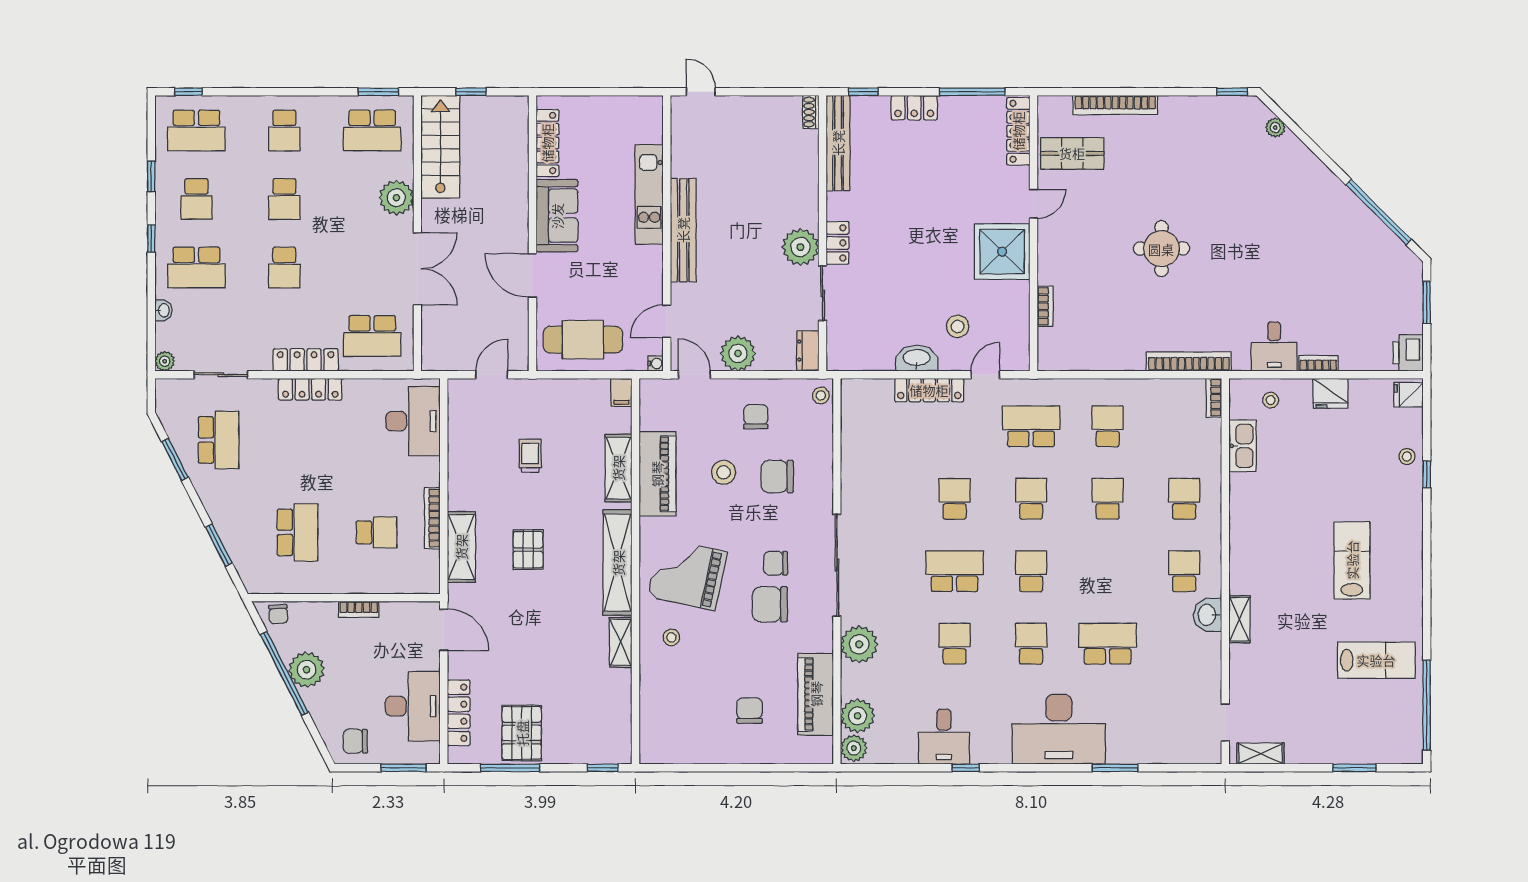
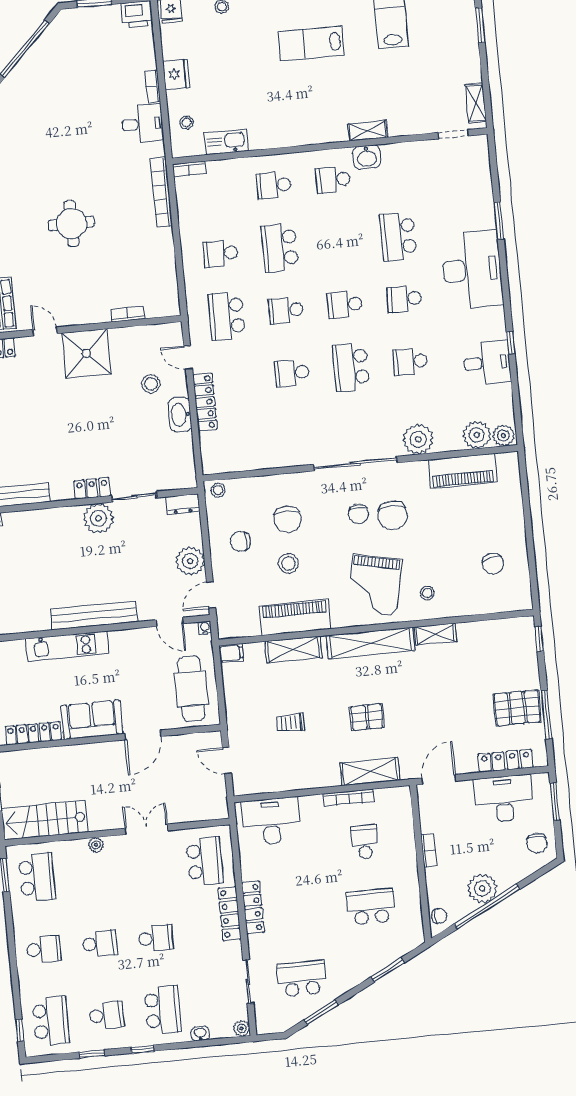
plant: (396, 198) -> (96, 845), width x0.53, depth x0.53
double door: (417, 269) -> (146, 829), width x0.73
school desk: (1108, 499) -> (280, 248), width x1.85
chair: (750, 711) -> (493, 564), moved, turned -103

